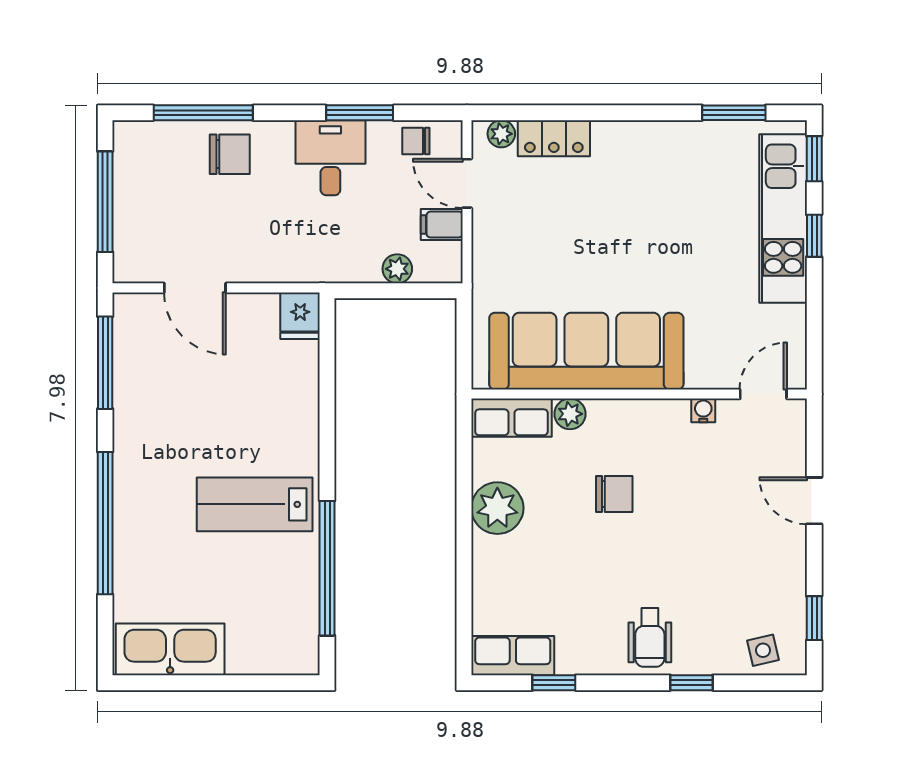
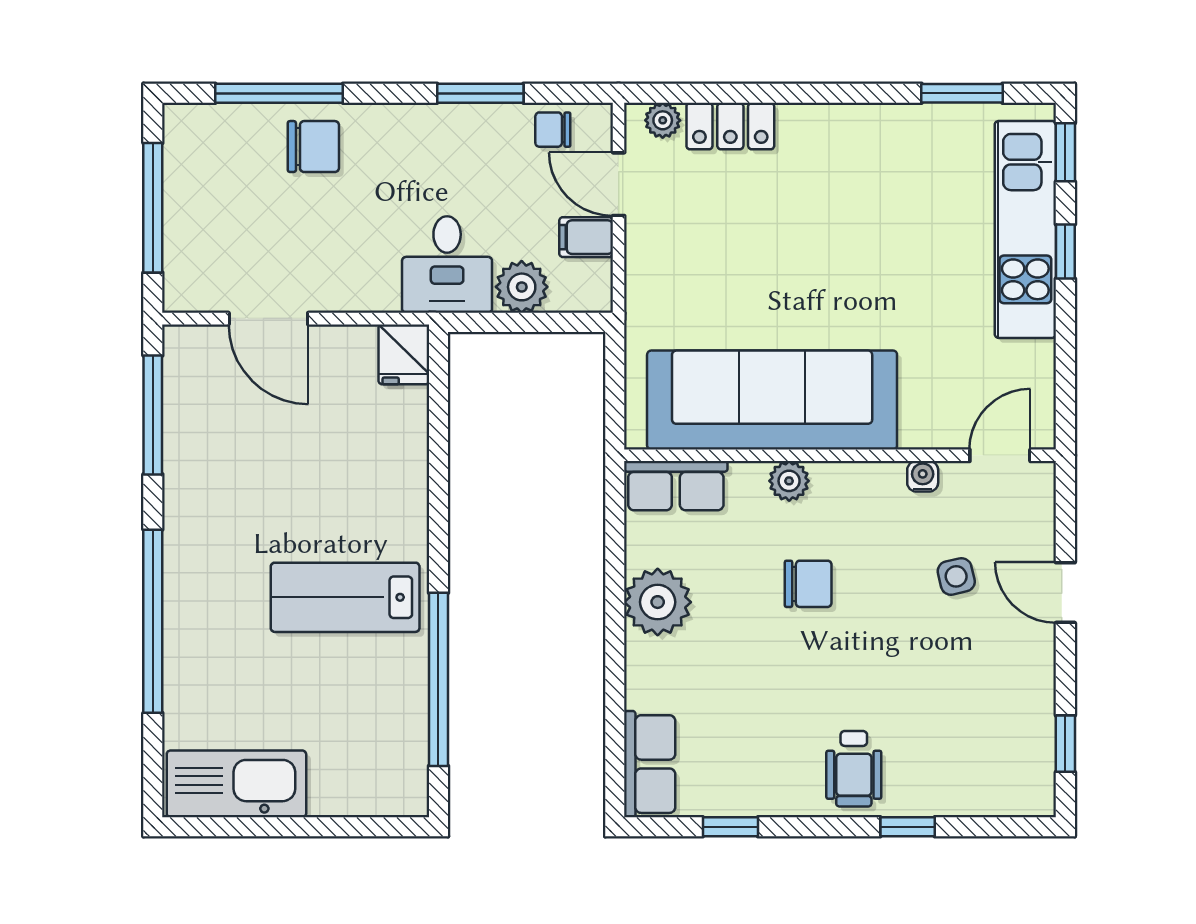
desk: (330, 158) -> (447, 264), moved, turned 180
plant: (397, 269) -> (522, 287), width x1.38, depth x1.38
plant: (570, 414) -> (789, 481), moved
side table: (763, 650) -> (956, 576), moved
row of seats: (513, 656) -> (650, 764), moved, turned 90

